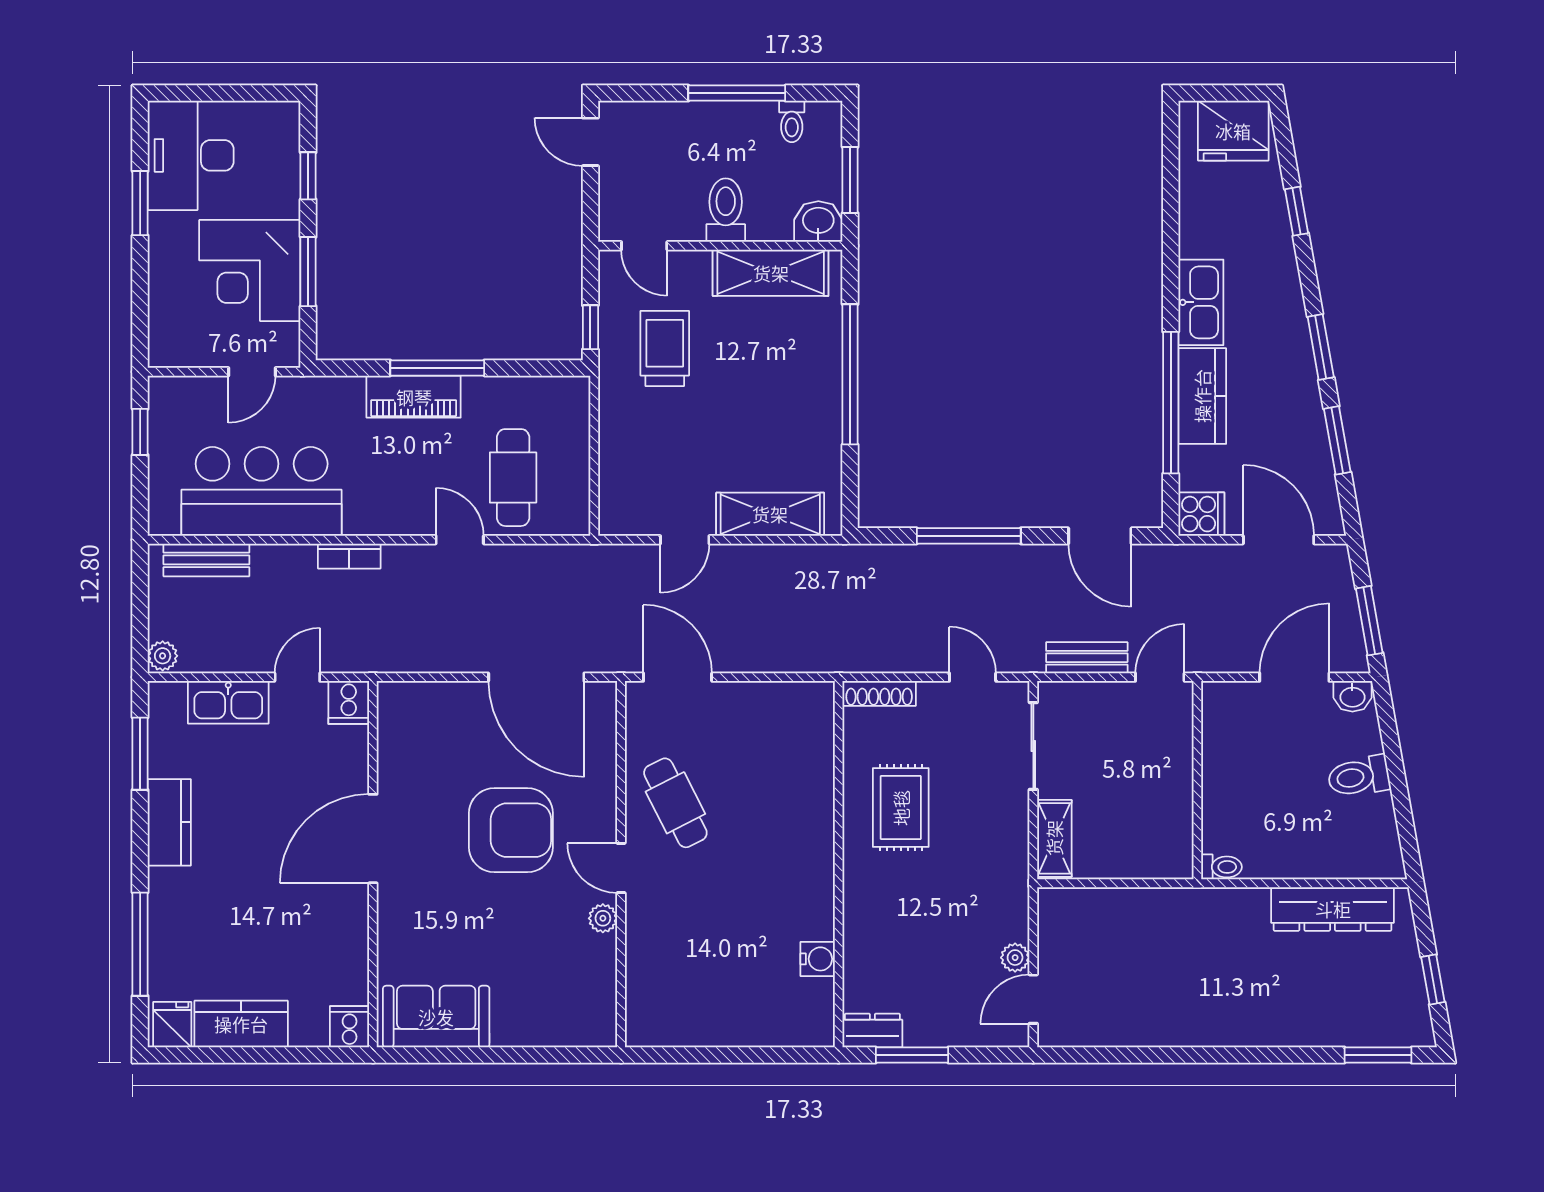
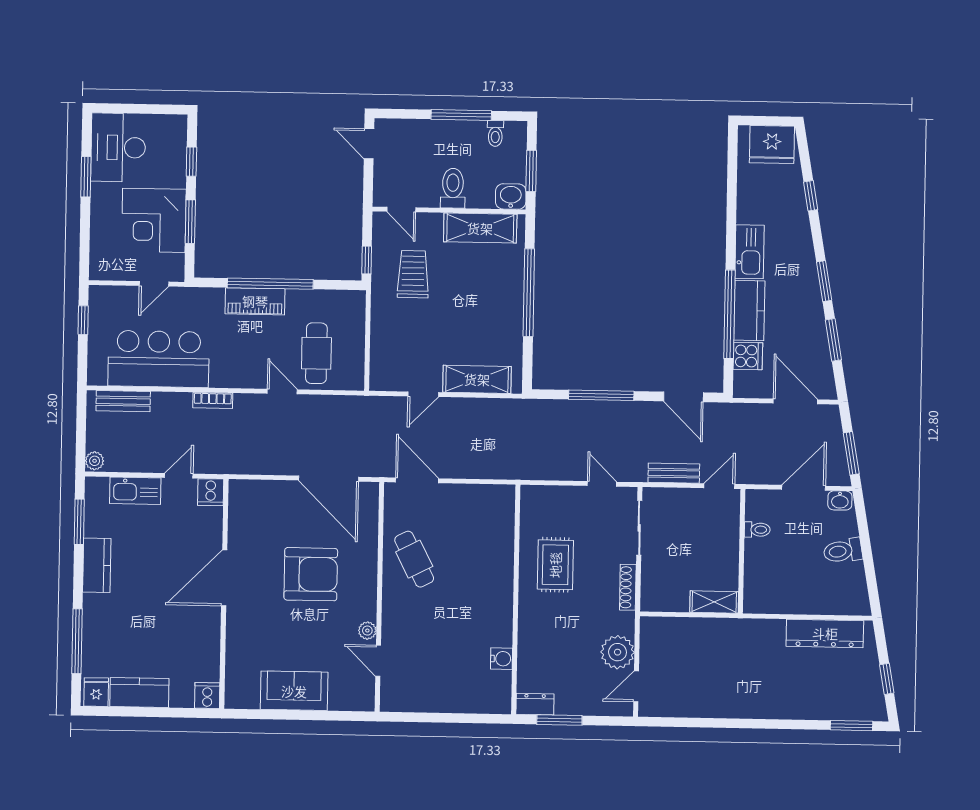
window: (437, 368) -> (270, 284), width x1.46
cooker: (1201, 514) -> (748, 356), moved
shoe rack: (879, 693) -> (628, 587), moved, turned 90
shelving: (1054, 838) -> (714, 602), moved, turned 90
toilet: (1222, 867) -> (757, 530), moved
door: (621, 868) -> (378, 661), moved
plant: (1015, 958) -> (618, 652), width x1.87, depth x1.87
sofa: (436, 1017) -> (294, 691), moved

